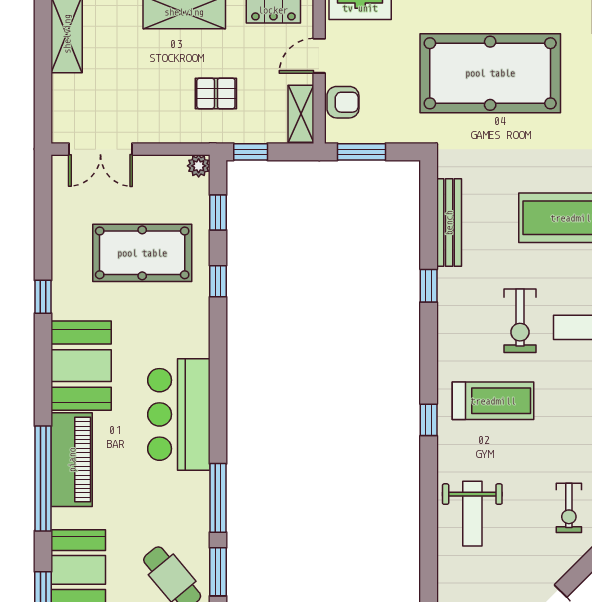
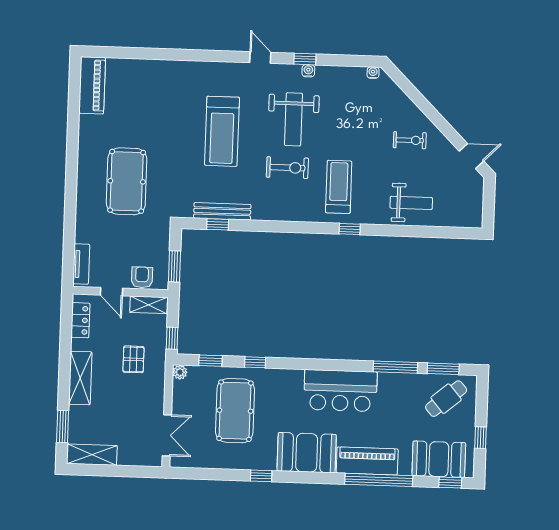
pool table: (490, 73) -> (127, 181), width x0.73, depth x0.76
window: (429, 286) -> (218, 224), moved

